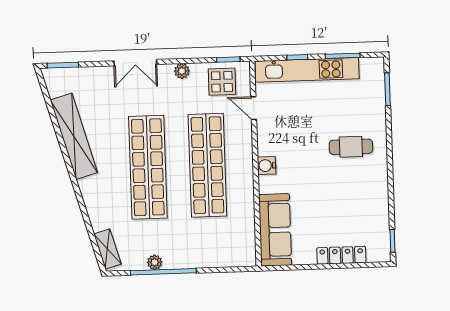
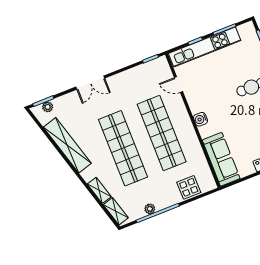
plant: (182, 71) -> (48, 107), moved
display table: (222, 82) -> (189, 187), moved
shelving: (95, 213) -> (99, 190), added

